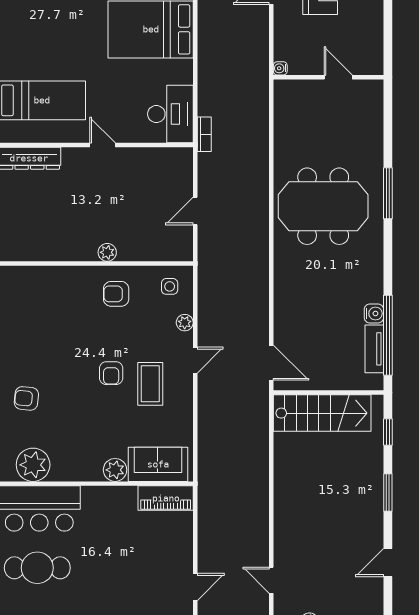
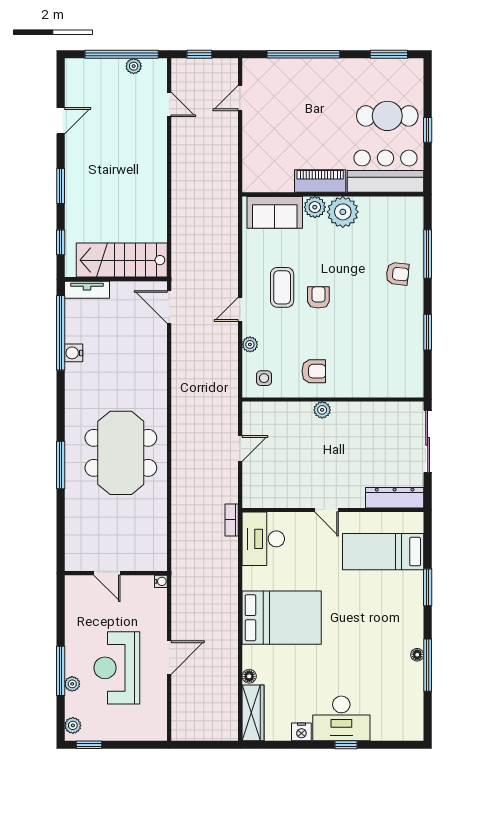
meeting table: (323, 206) -> (121, 453), turned 90
tv unit: (374, 349) -> (87, 290), moved, turned 90
plant: (33, 465) -> (343, 212), moved
piano: (166, 498) -> (320, 181), moved

